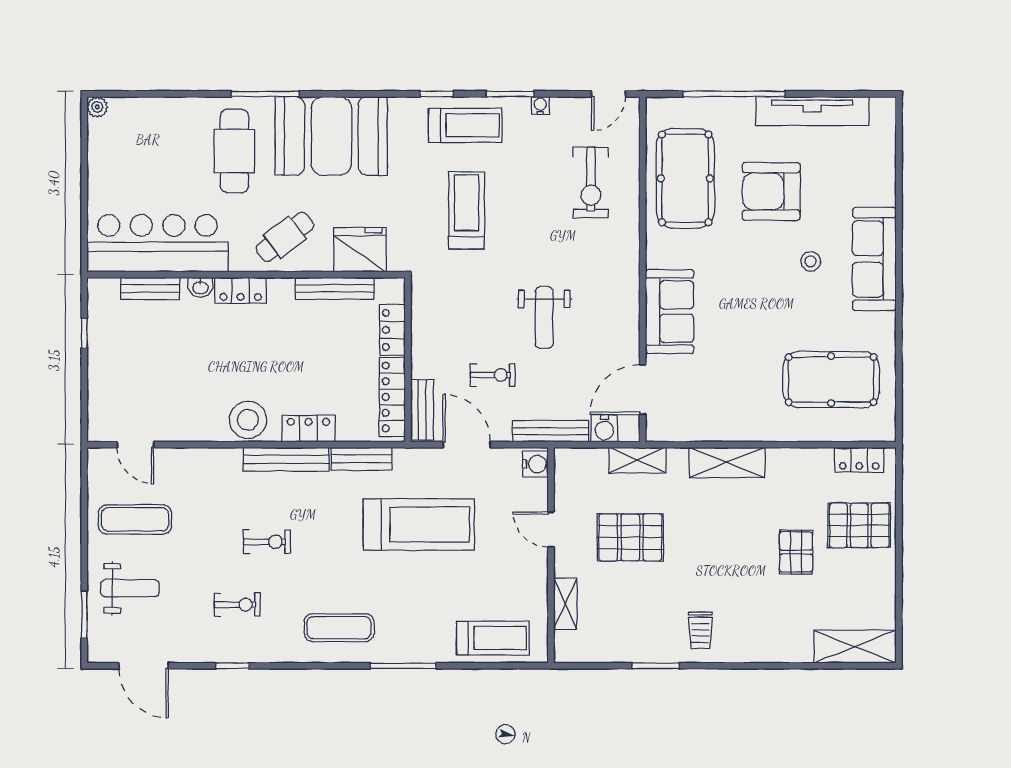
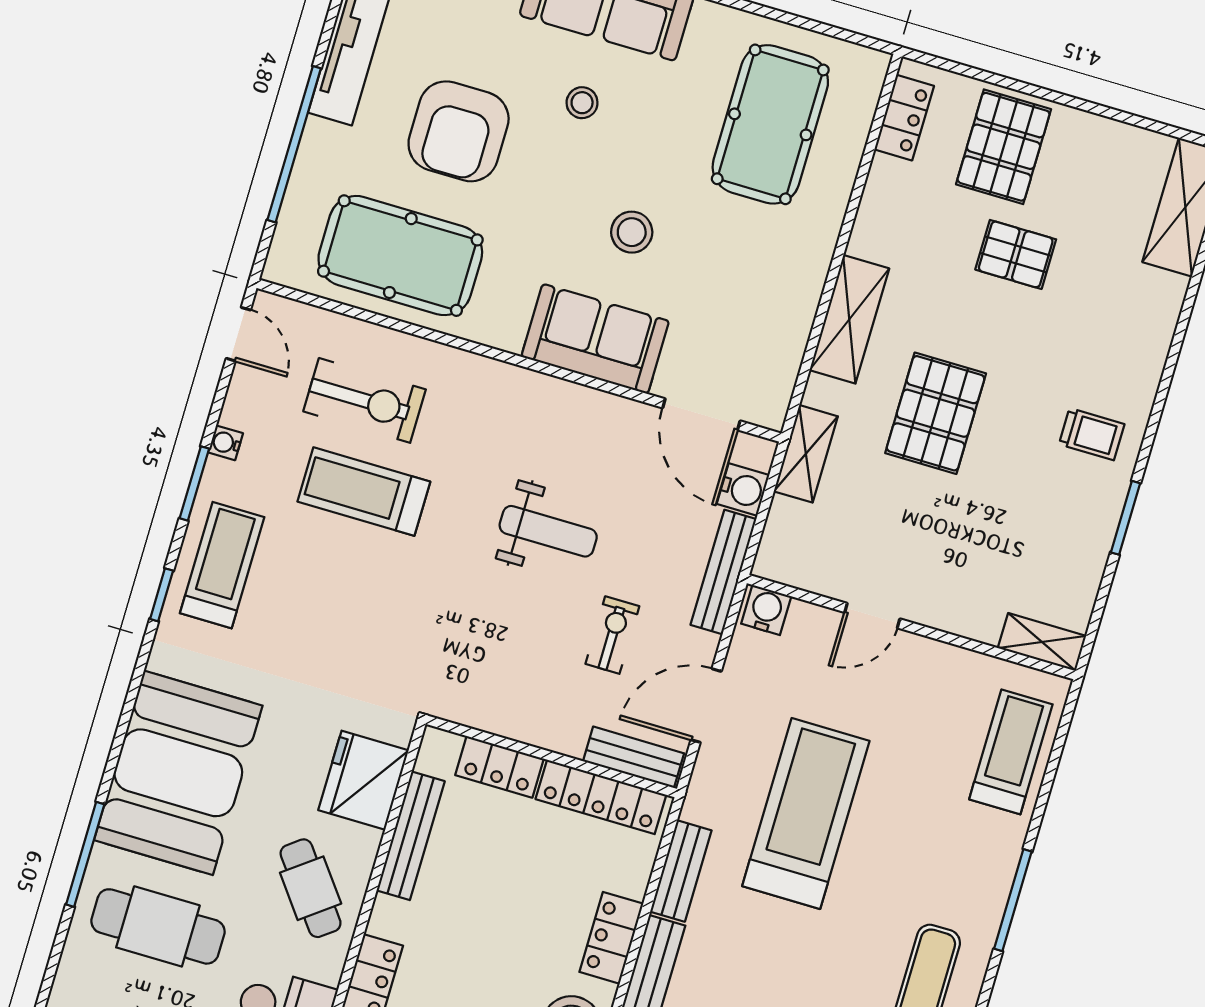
treadmill: (467, 210) -> (364, 492), moved
stool: (741, 315) -> (632, 232), added
pallet: (630, 537) -> (936, 413), moved
shelving: (565, 604) -> (1042, 642), moved

